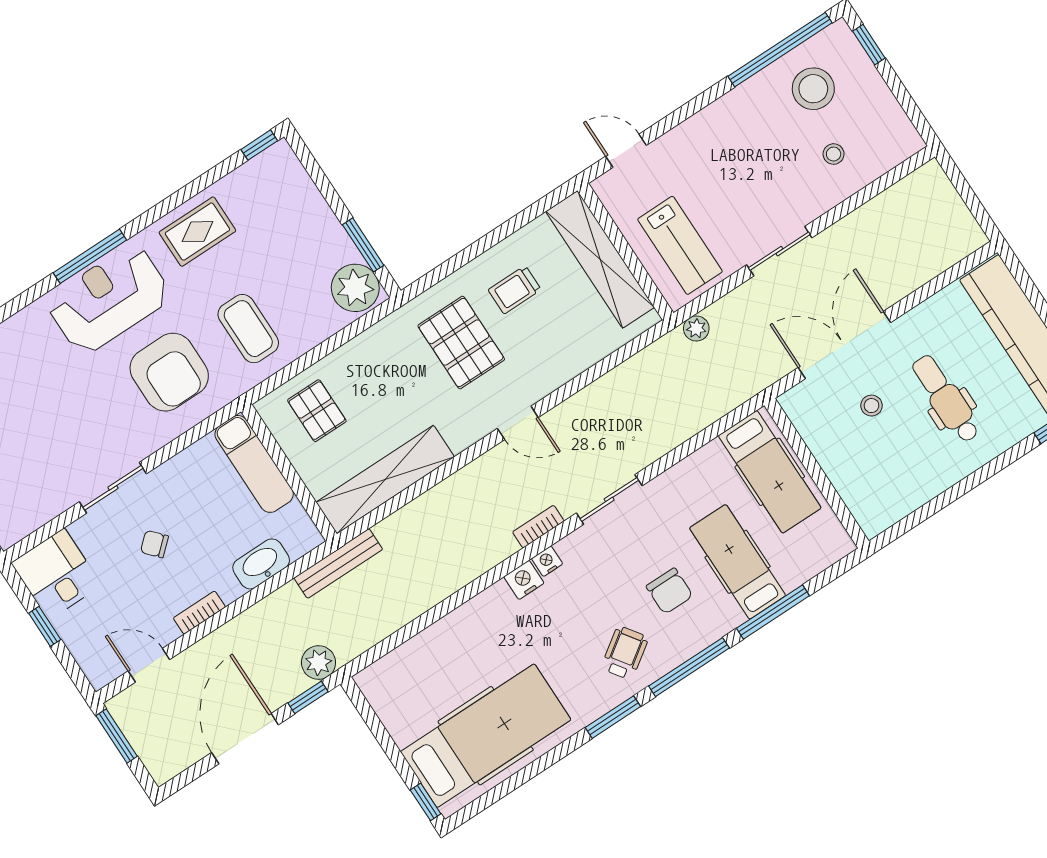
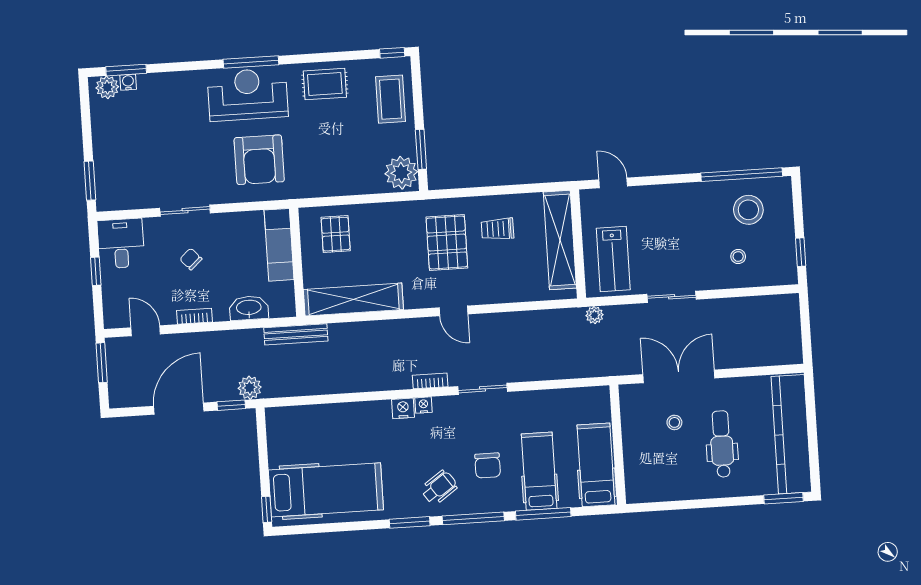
window: (869, 45) -> (801, 252), moved
coffee table: (248, 329) -> (390, 99), moved
hospital bed: (770, 472) -> (596, 465), moved, turned 180

